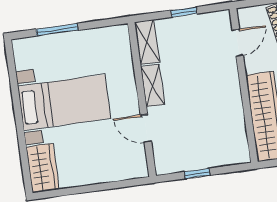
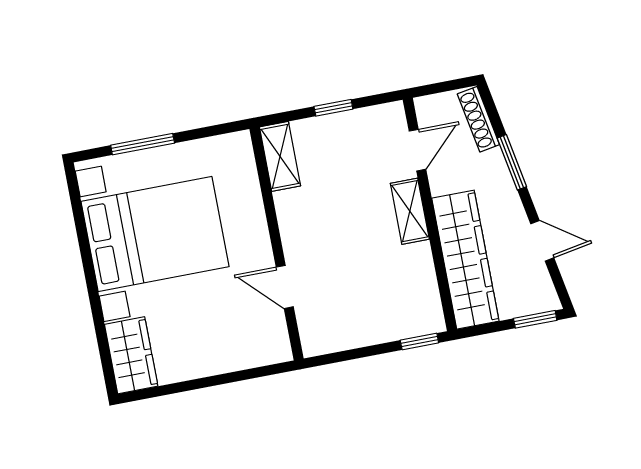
shelving: (153, 86) -> (410, 211), moved
bed with nightstands: (64, 102) -> (155, 234), width x1.36
window: (197, 174) -> (419, 341), moved

